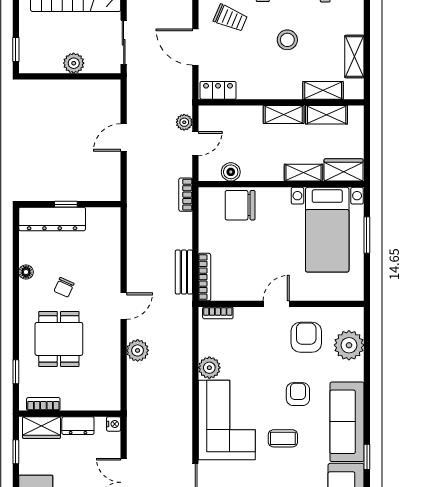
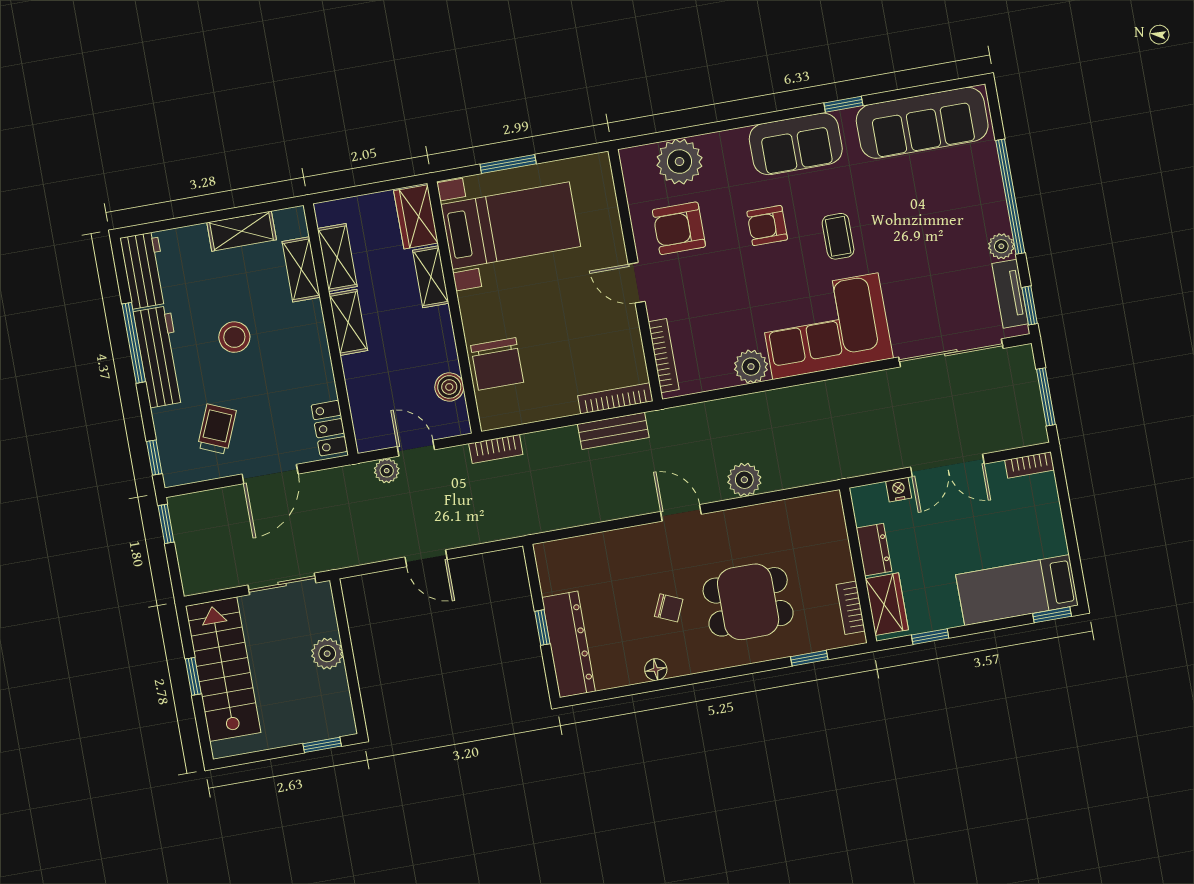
bookcase: (218, 313) -> (664, 356), width x1.56
sofa: (347, 422) -> (796, 144), width x0.73
nightstand: (114, 424) -> (899, 490), moved

